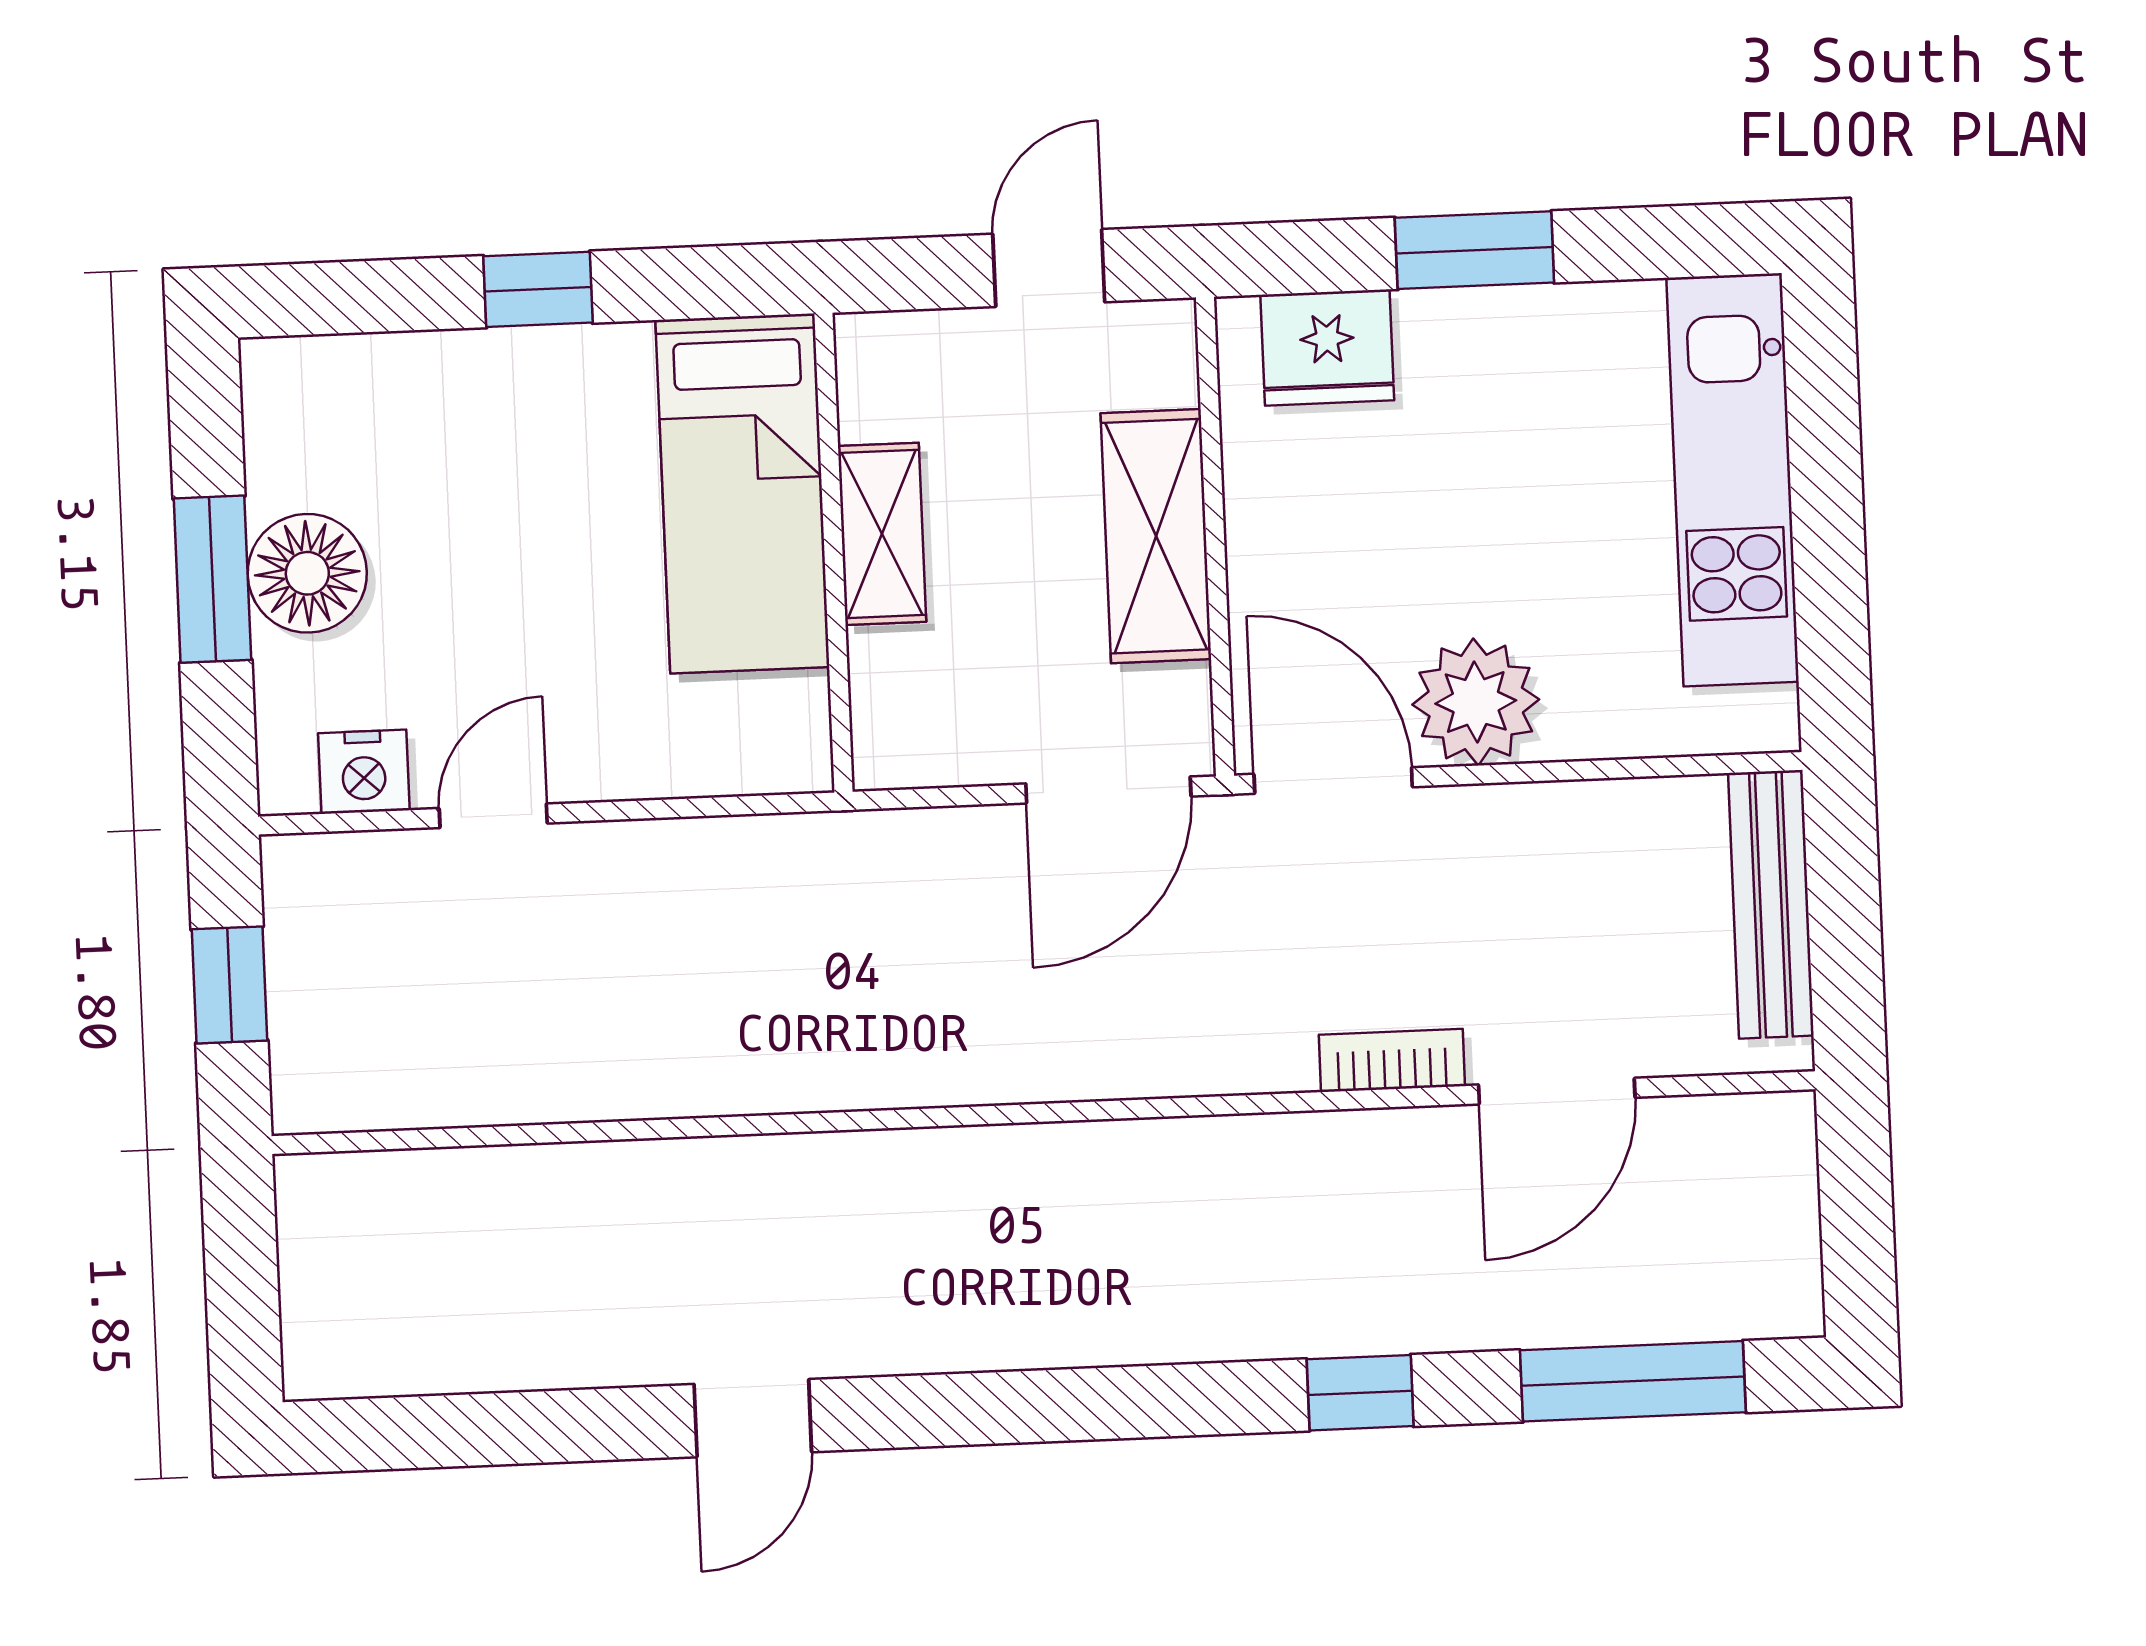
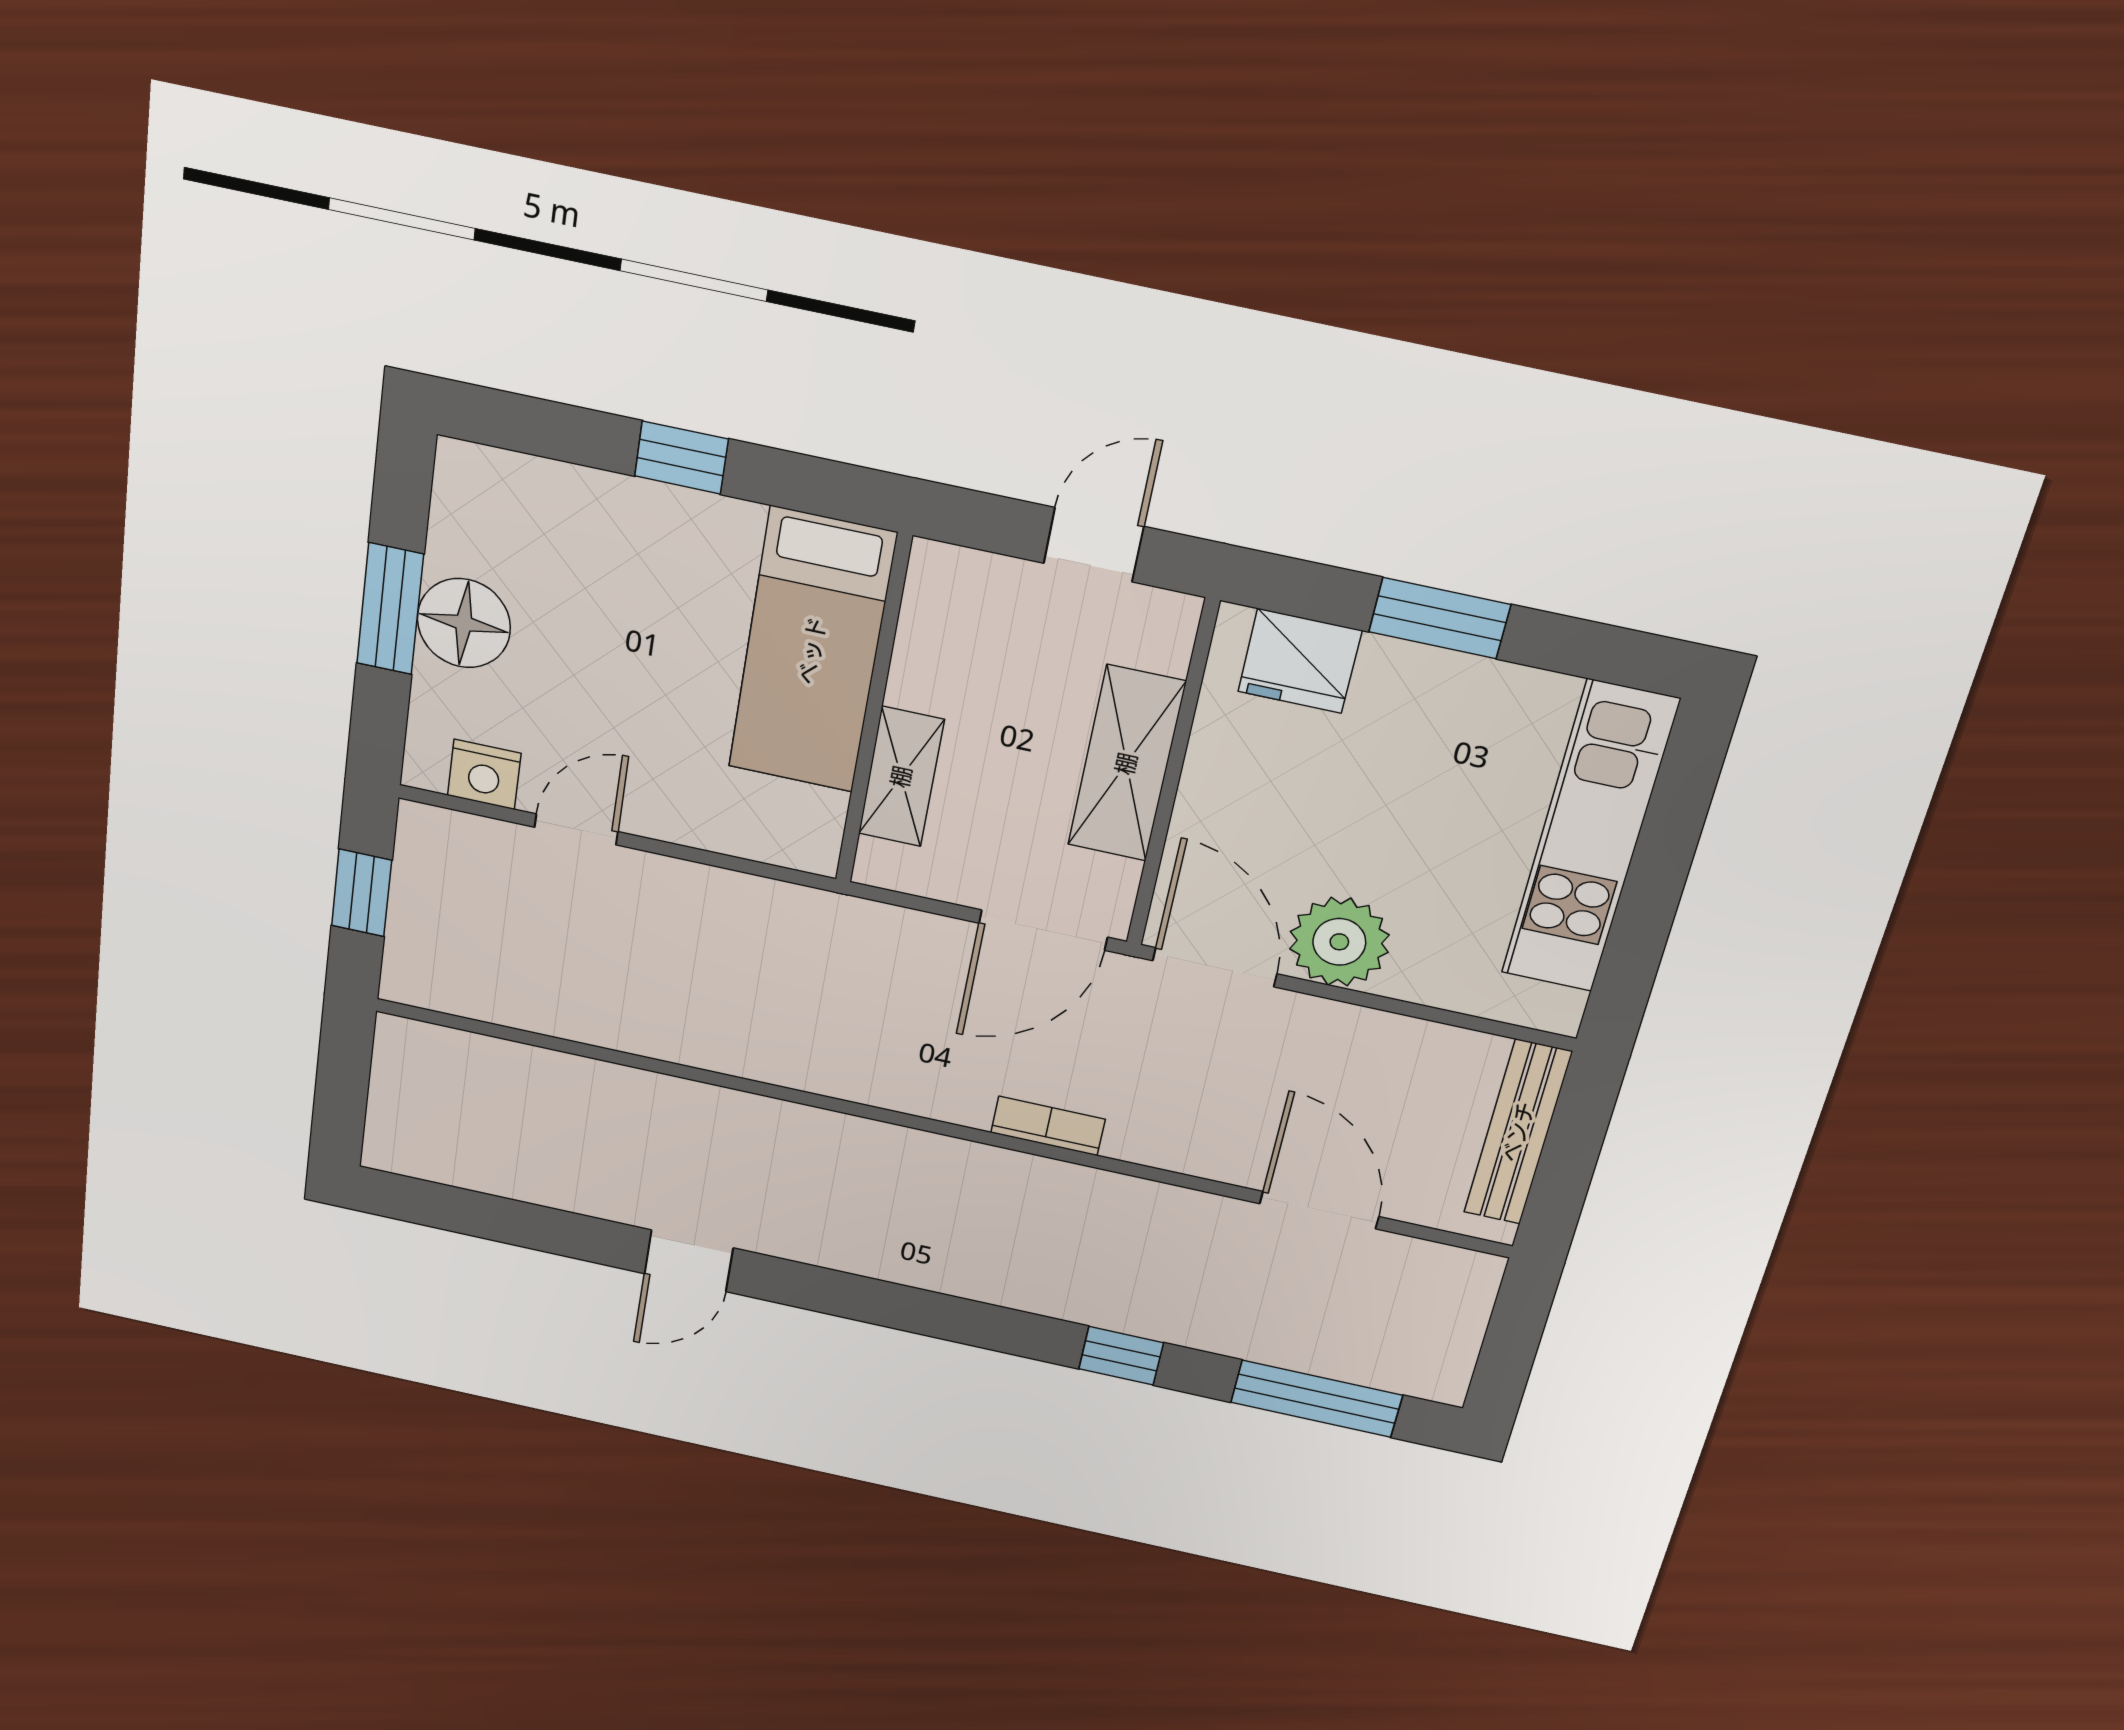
shelving: (882, 534) -> (901, 777), moved
bookcase: (1392, 1060) -> (1048, 1126), moved
door: (1557, 1091) -> (1319, 1210), swing flipped

